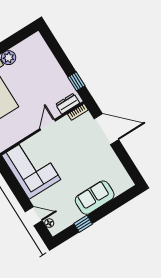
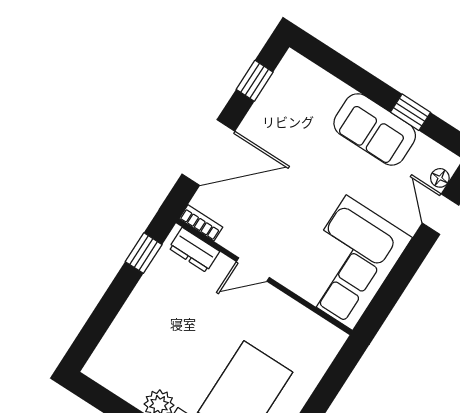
door: (106, 129) -> (208, 153), swing flipped
window: (128, 163) -> (255, 81), added
sofa: (95, 198) -> (375, 129), moved

